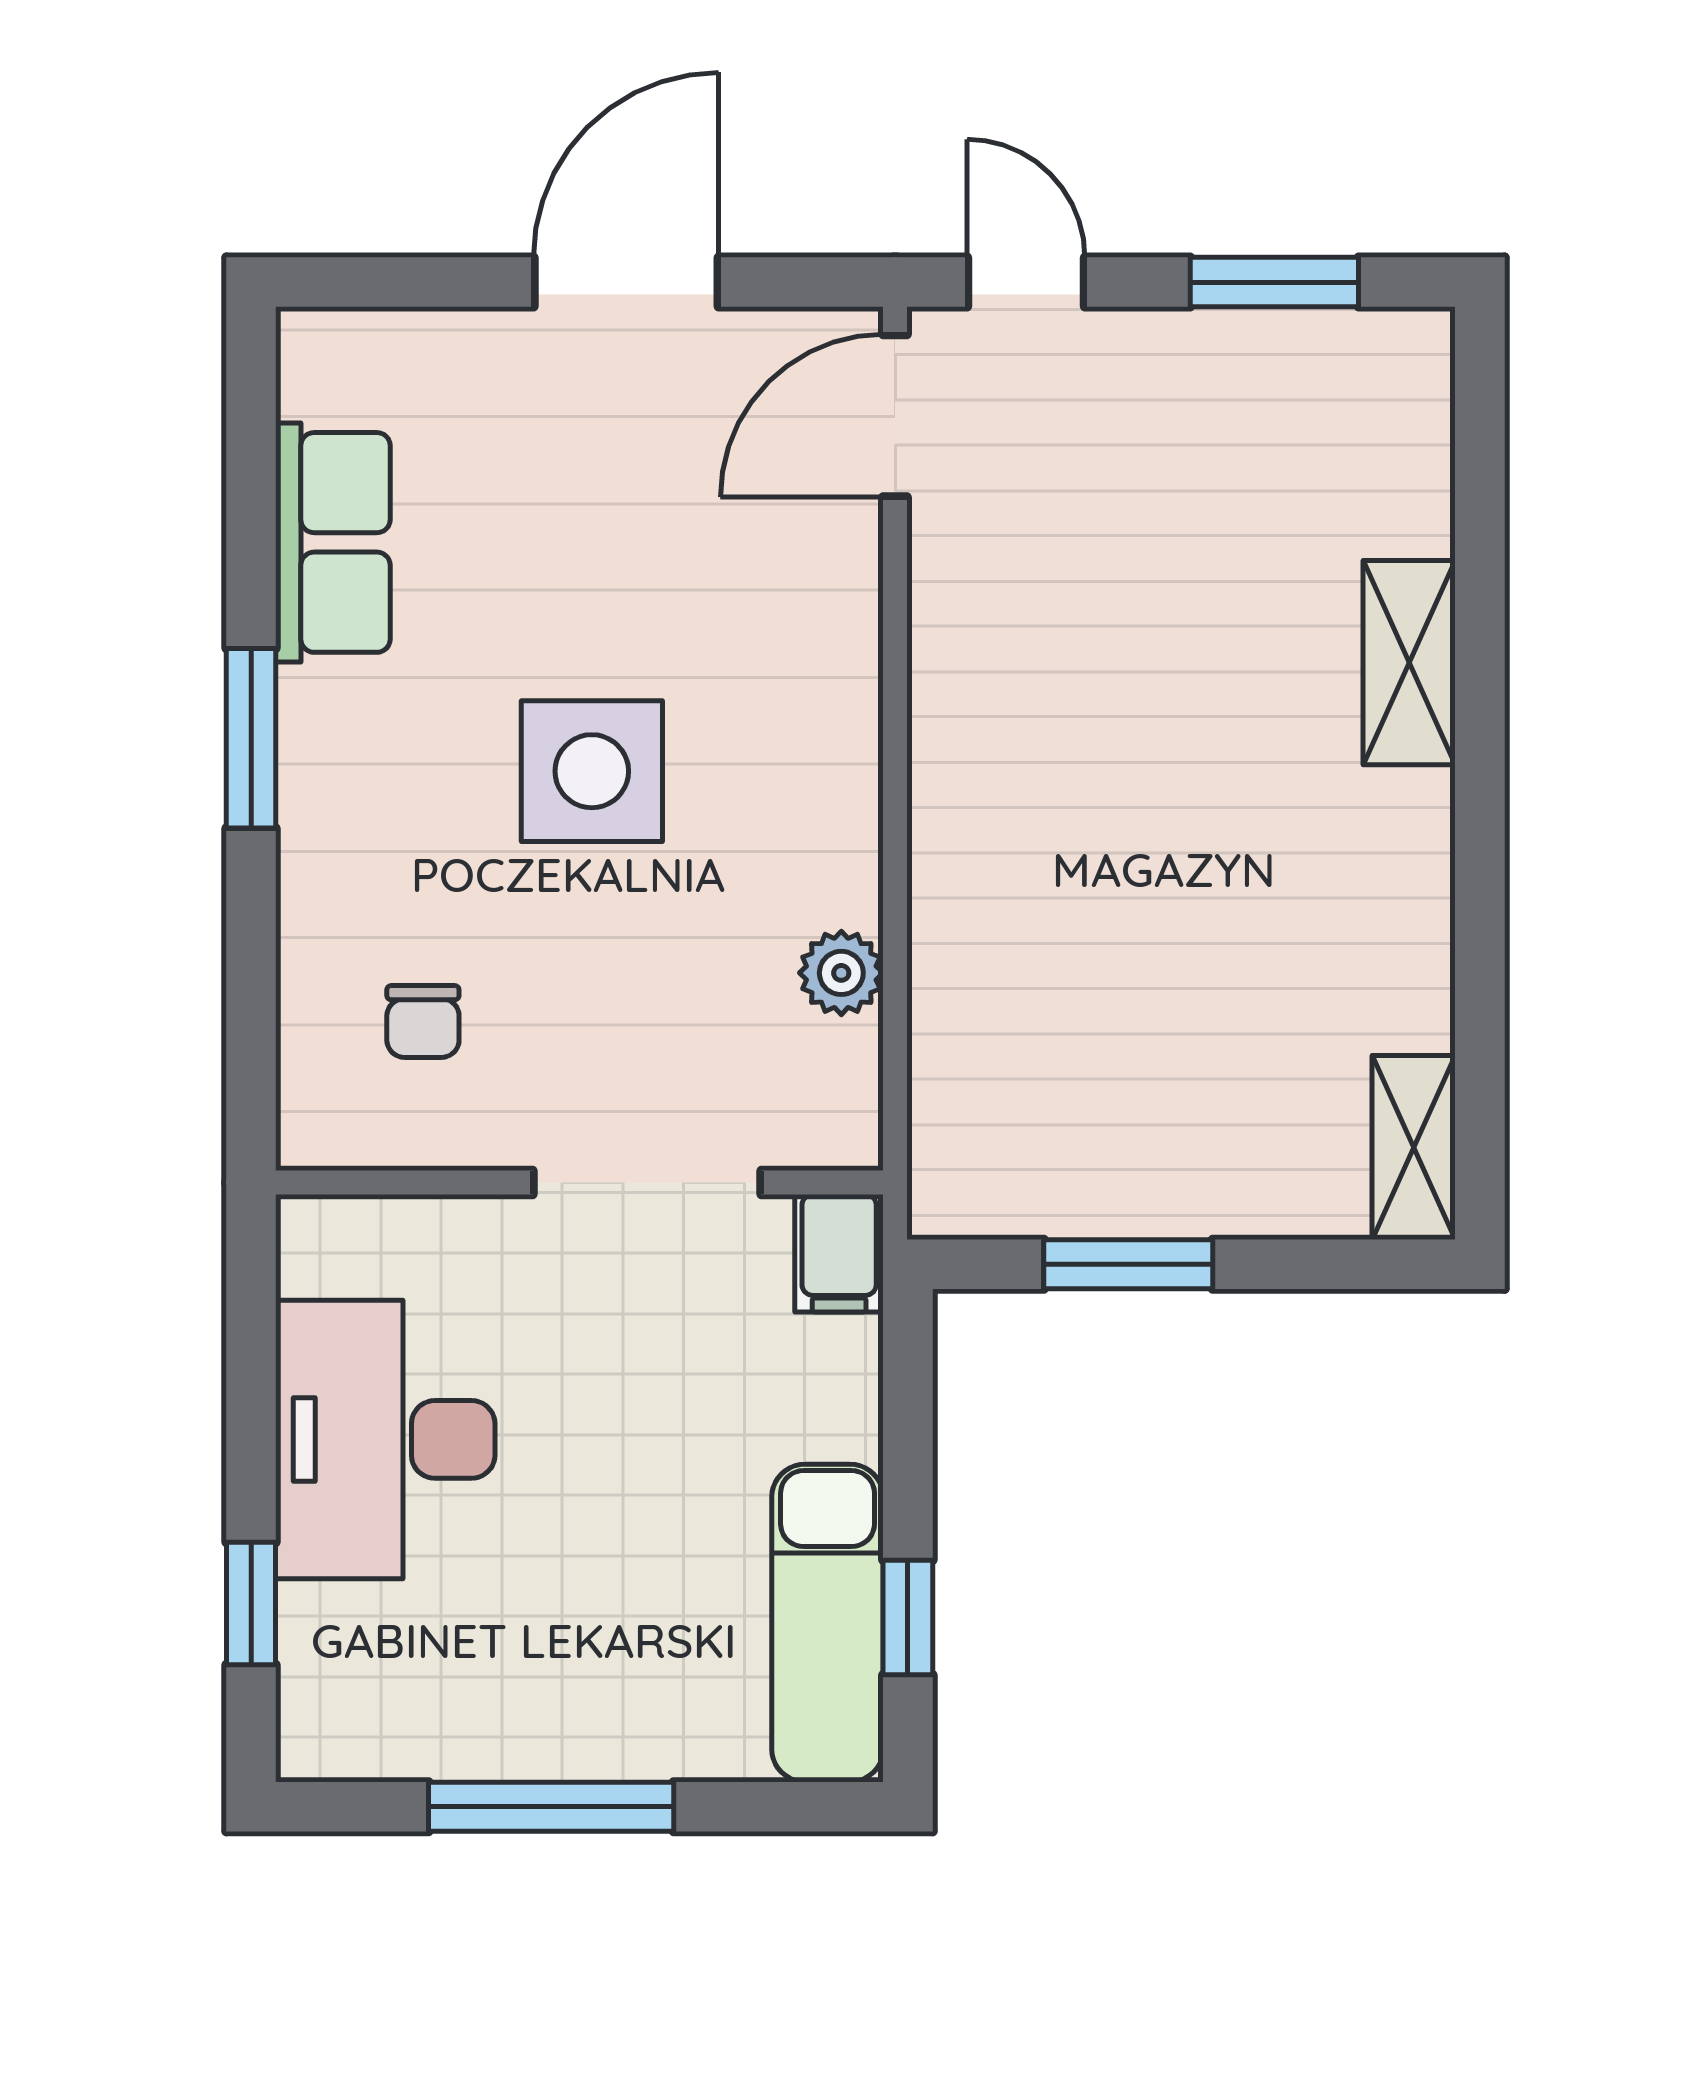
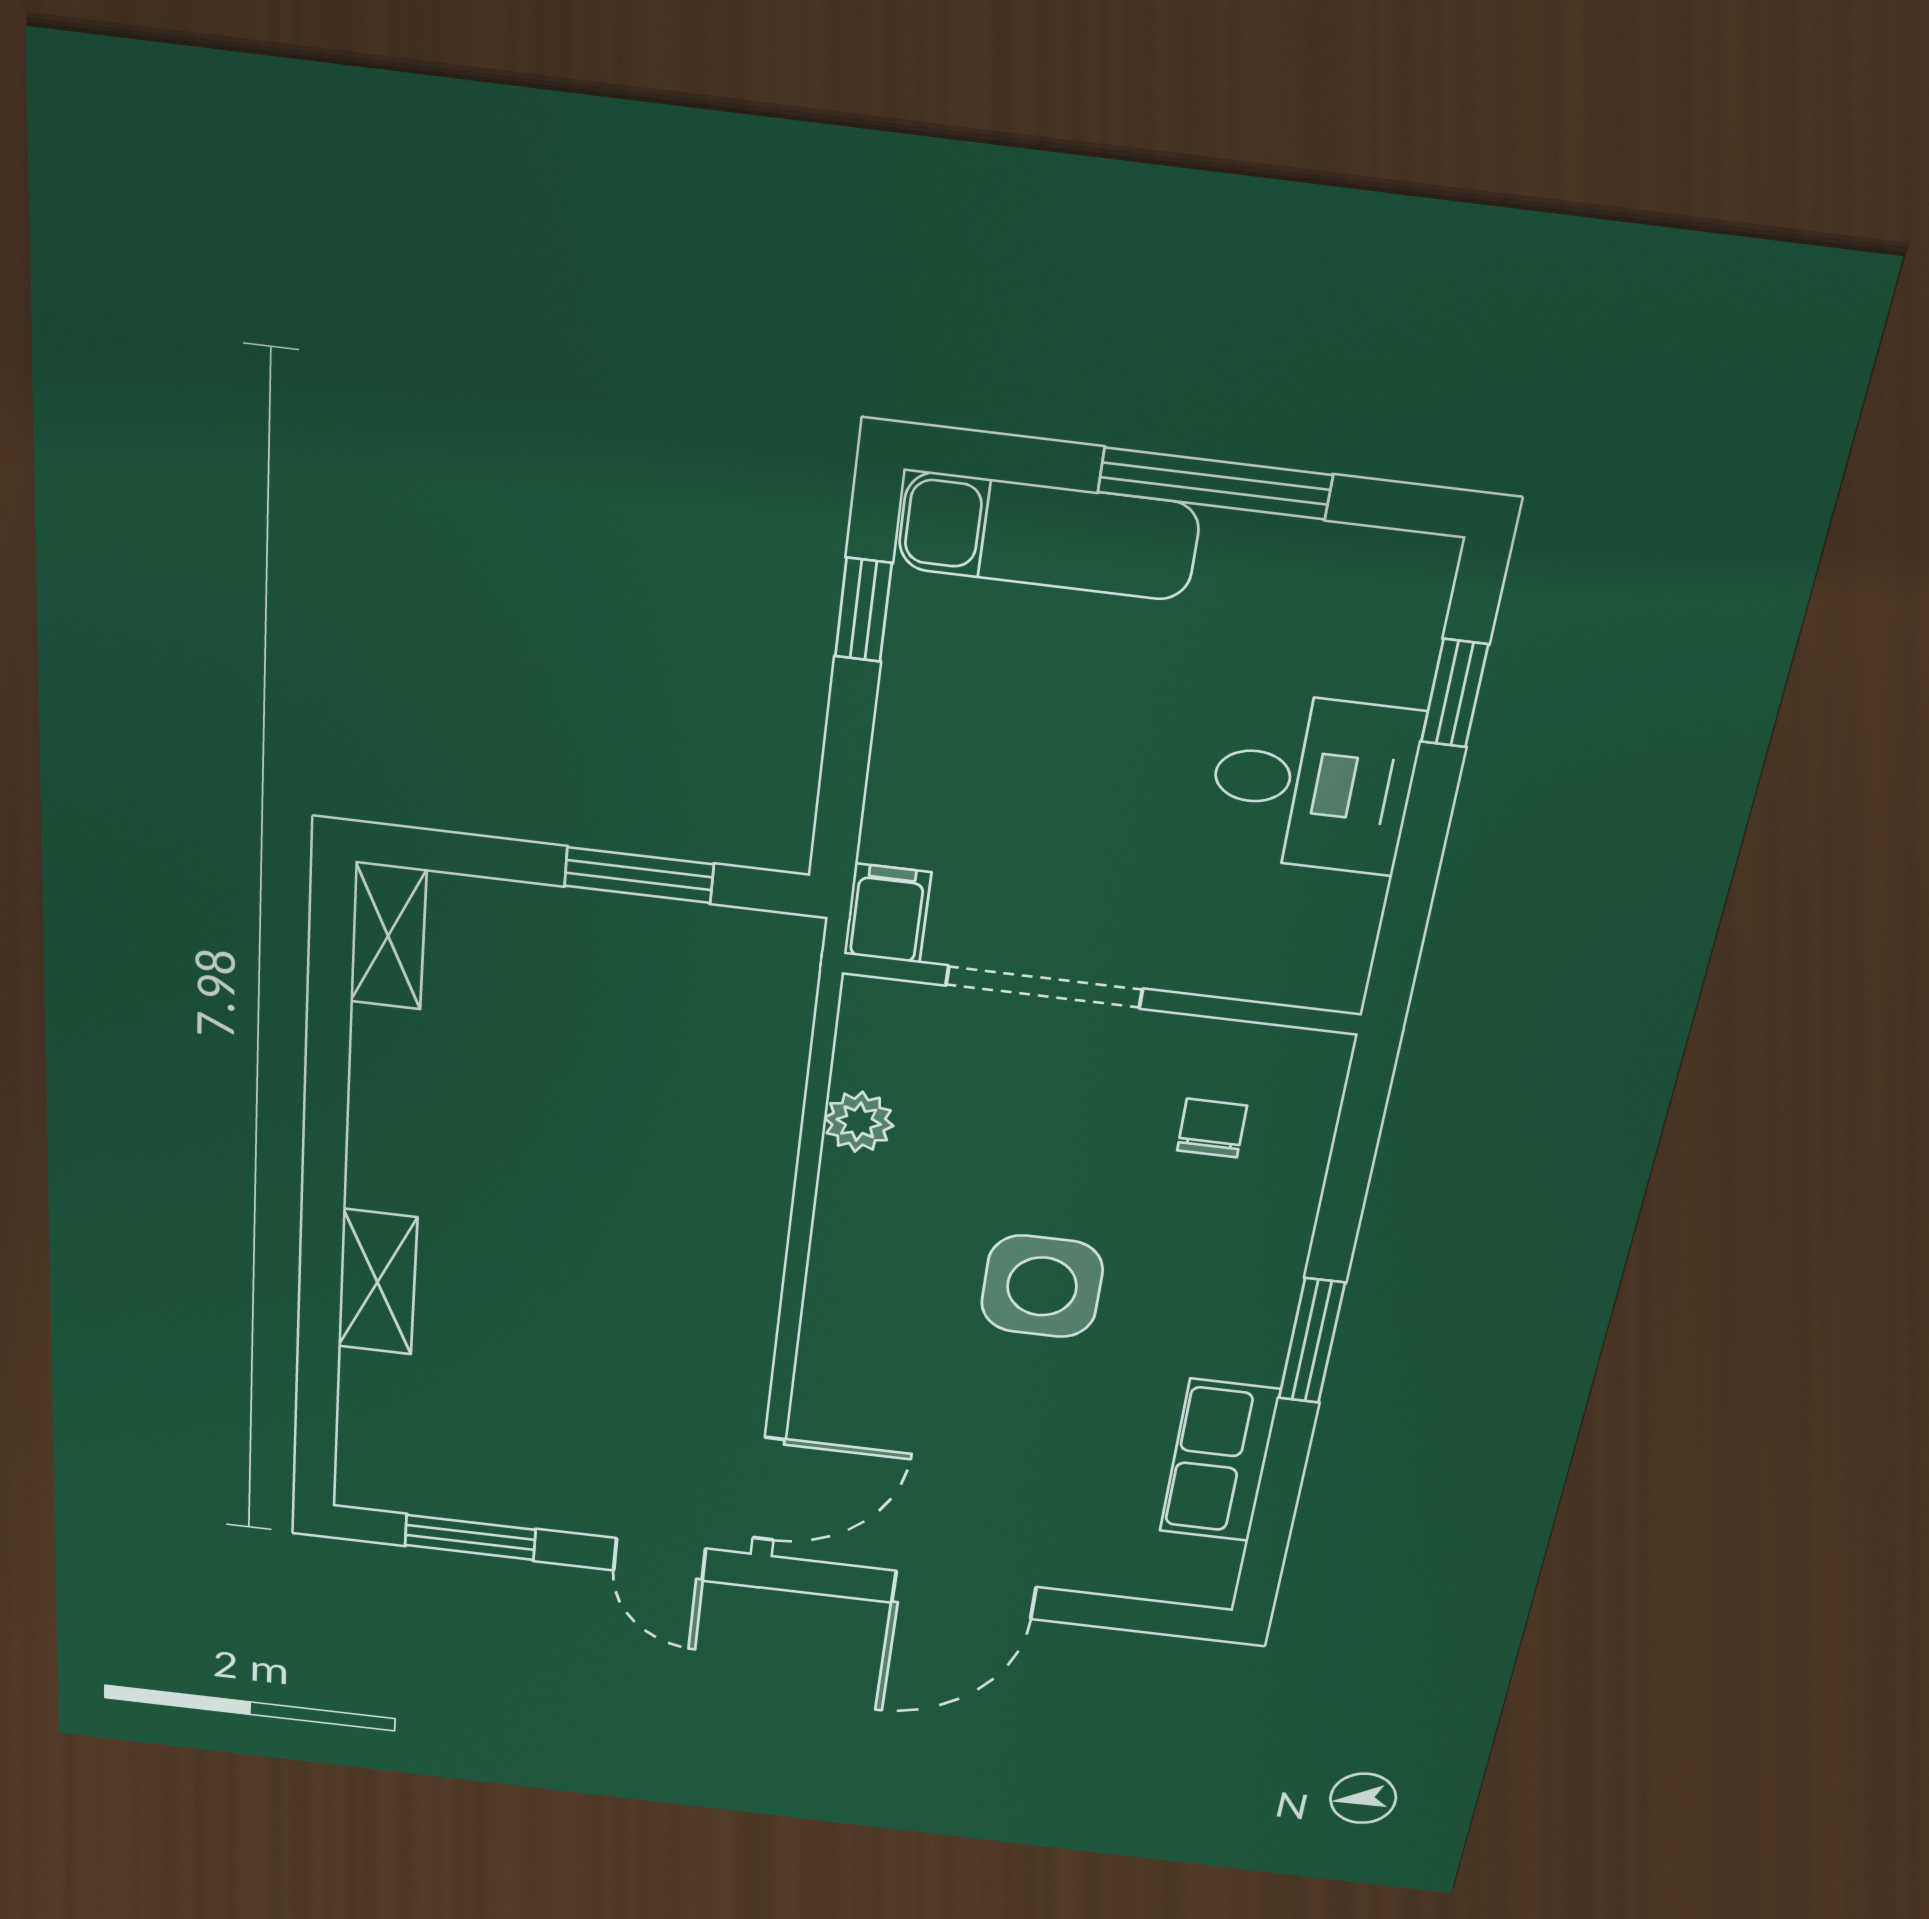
desk: (385, 1439) -> (1313, 783), width x0.73
exam couch: (828, 1623) -> (1049, 536), moved, turned 90

